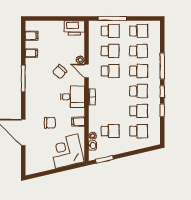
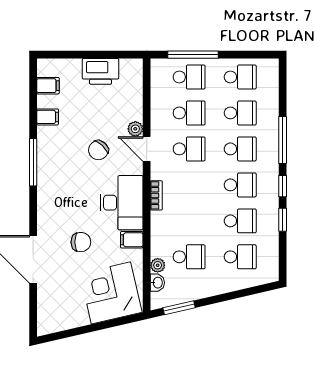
printer: (74, 28) -> (100, 71), moved
desk: (73, 97) -> (122, 203), width x1.37

